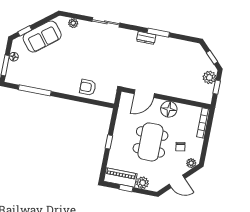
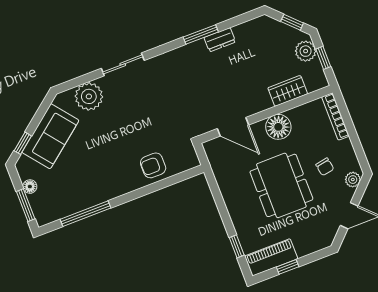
plant: (73, 23) -> (89, 96), width x1.88, depth x1.88
dresser: (146, 38) -> (220, 40), moved
wardrobe: (186, 93) -> (288, 91), added
door: (144, 94) -> (233, 127), hinge flipped
window: (109, 142) -> (237, 246), moved
plant: (143, 183) -> (305, 246), removed

